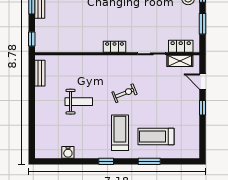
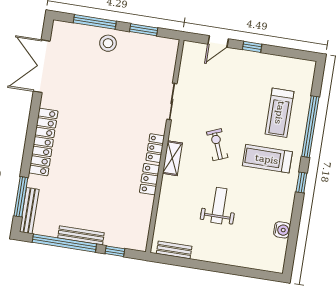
window: (32, 39) -> (115, 251), moved
locker: (181, 46) -> (150, 179), moved
shelving: (180, 61) -> (172, 158), moved
window: (149, 161) -> (310, 127), width x2.11

